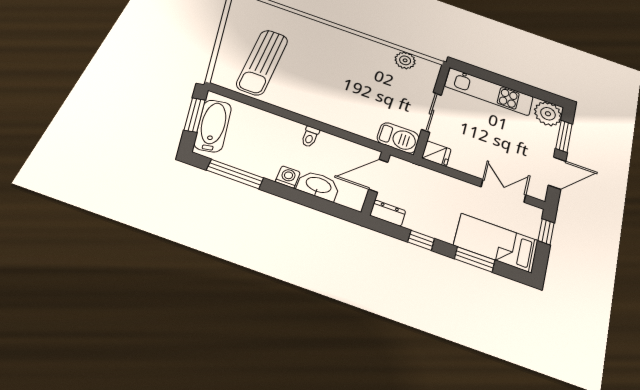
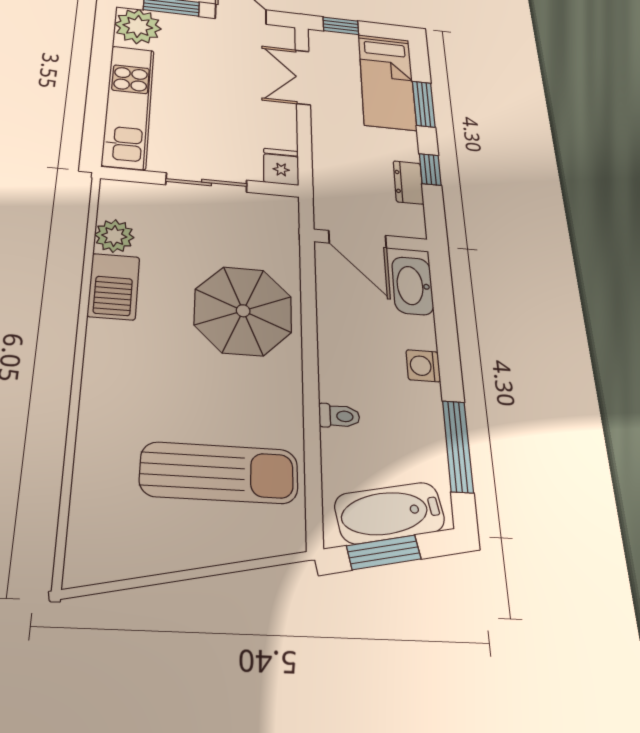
parasol: (347, 102) -> (243, 311), added
toilet: (310, 137) -> (339, 416), moved
barbecue: (398, 138) -> (114, 286), moved, turned 180
washbasin: (318, 186) -> (413, 286), moved
dresser: (388, 213) -> (408, 182), moved

